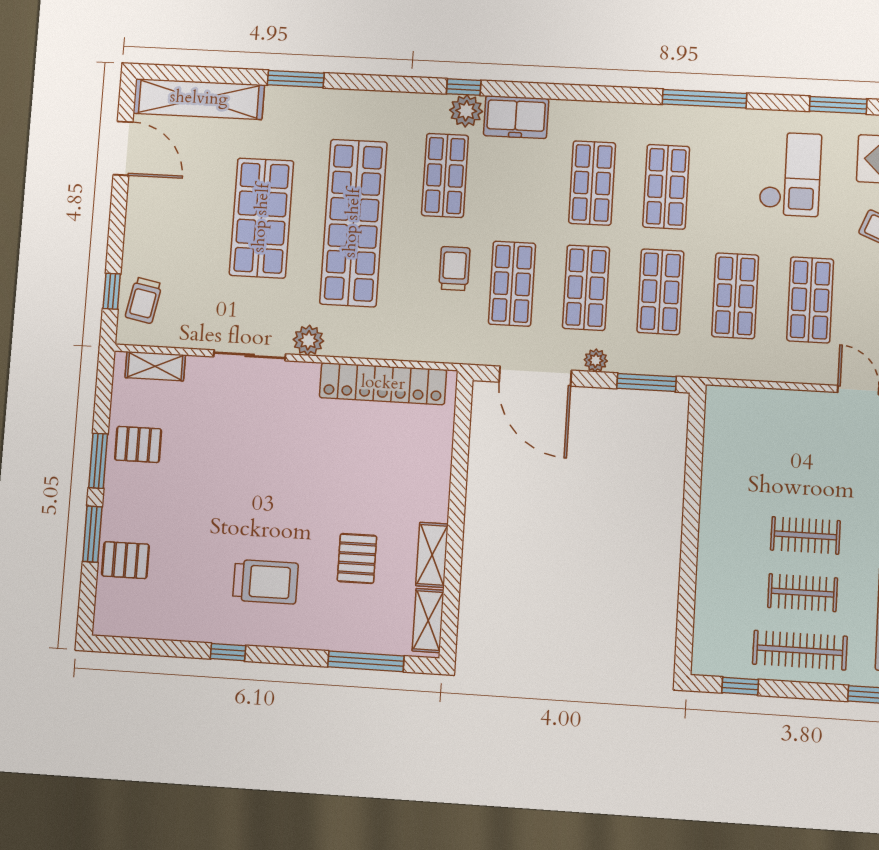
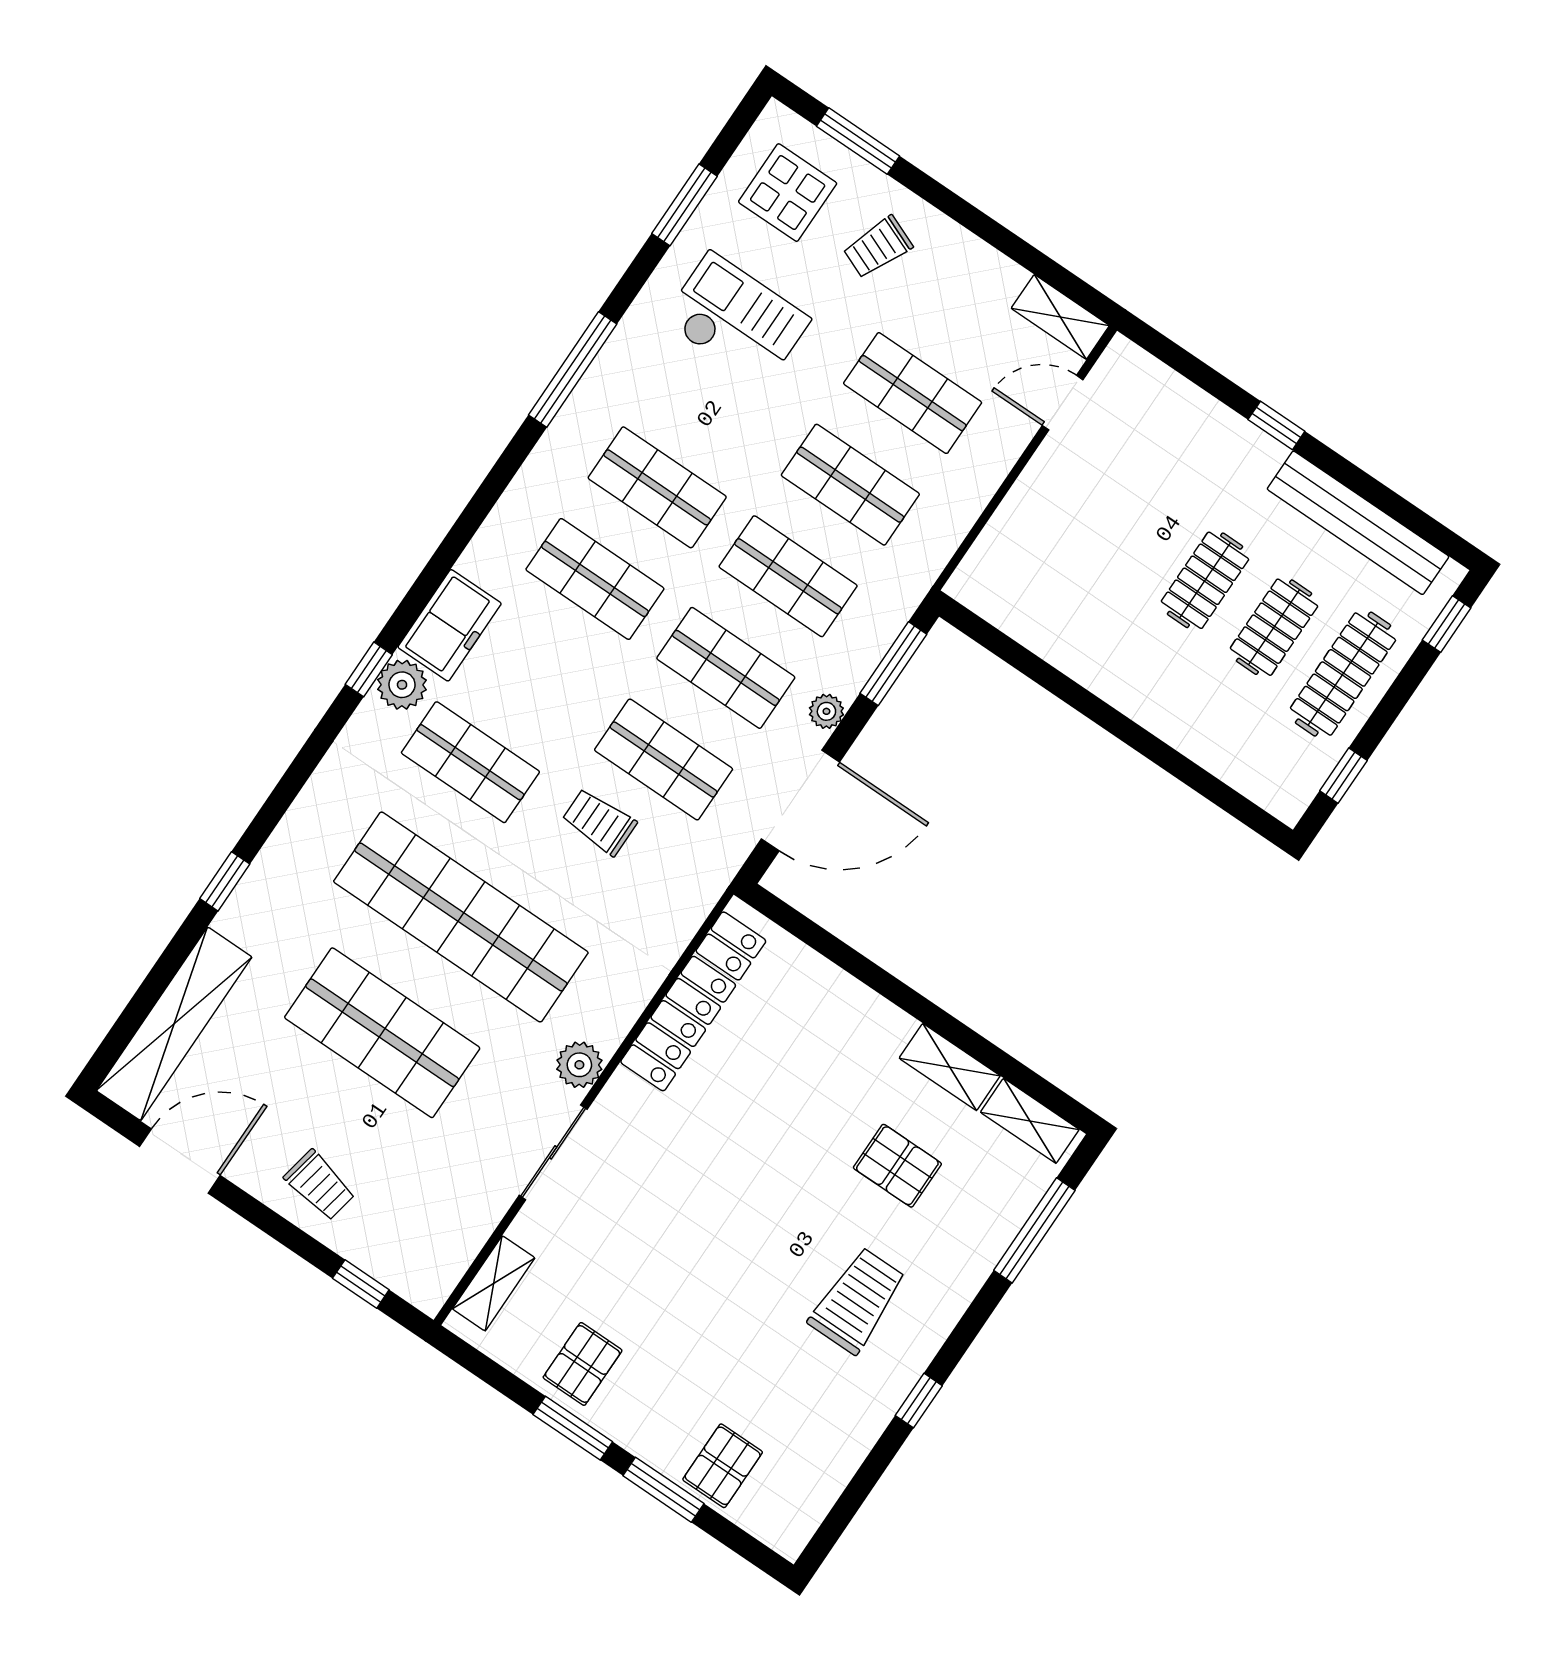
window: (296, 79) -> (225, 881), width x0.67
trolley: (144, 300) -> (320, 1185), moved

